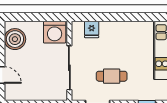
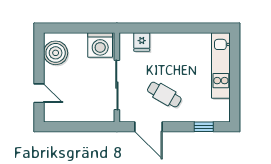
cafe table: (112, 76) -> (164, 95), turned 30

